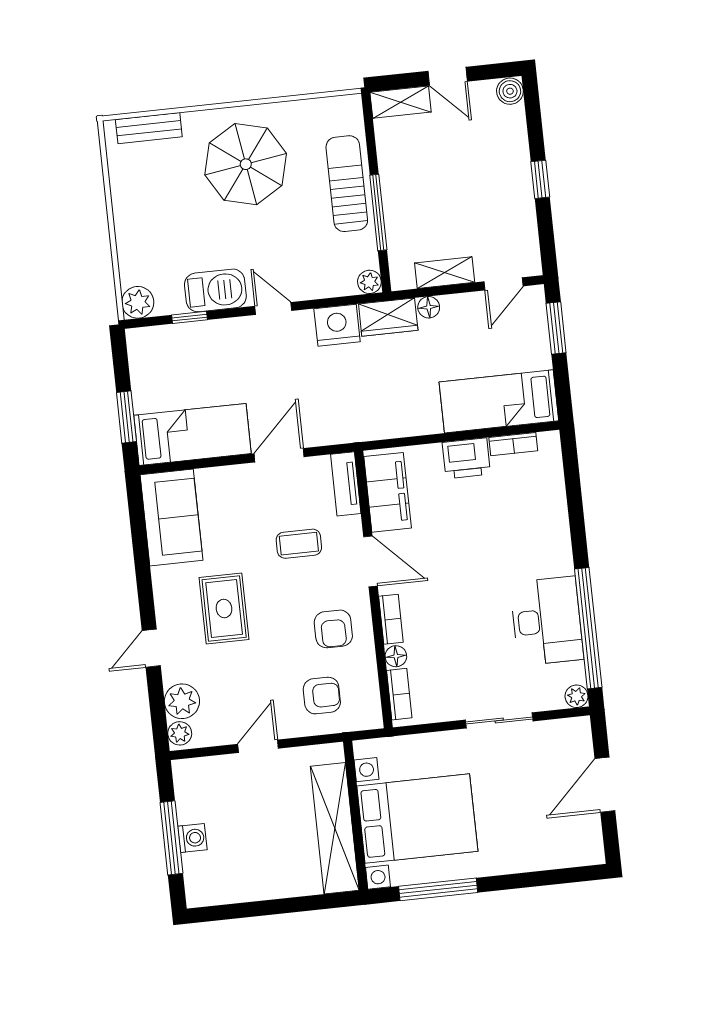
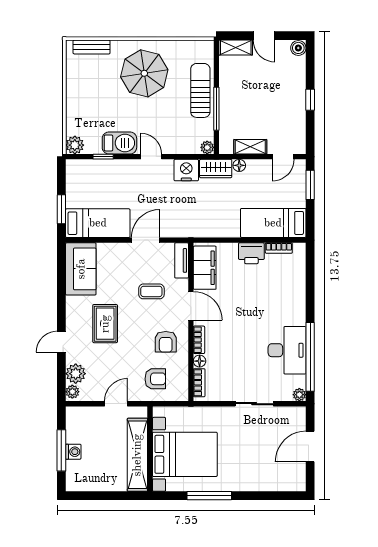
wall: (356, 816) -> (150, 449), moved
bed with nightstands: (417, 819) -> (185, 454), moved
shelving: (335, 828) -> (137, 455), moved

